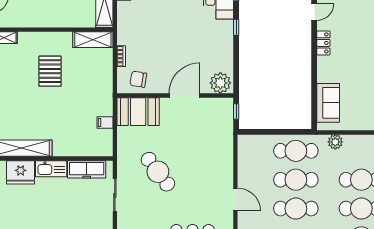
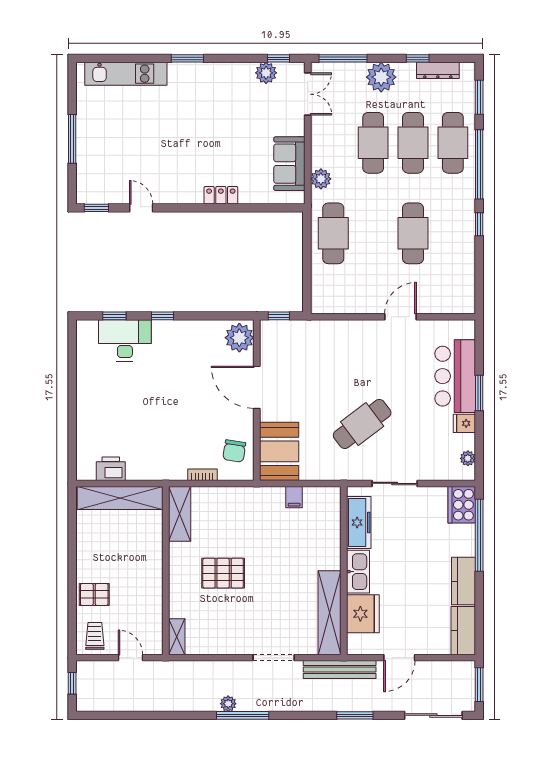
locker: (323, 43) -> (221, 195), moved
sofa: (328, 103) -> (289, 164), moved, turned -90
cafe table: (296, 180) -> (373, 233), removed

